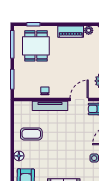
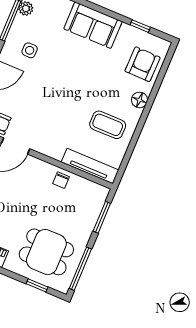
dining table: (36, 46) -> (46, 252), turned 90
tv unit: (50, 106) -> (90, 166), moved

